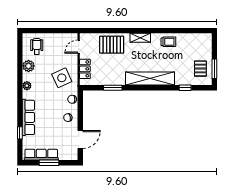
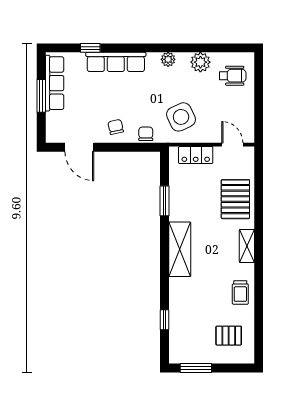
pallet: (200, 69) -> (229, 336), moved
shelving: (150, 79) -> (180, 249), width x0.68

